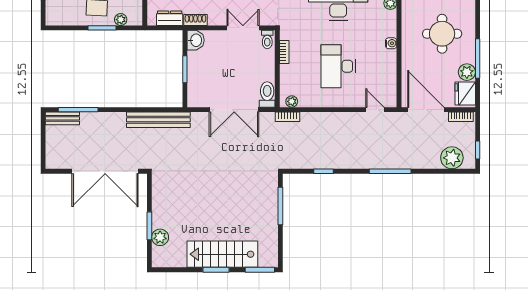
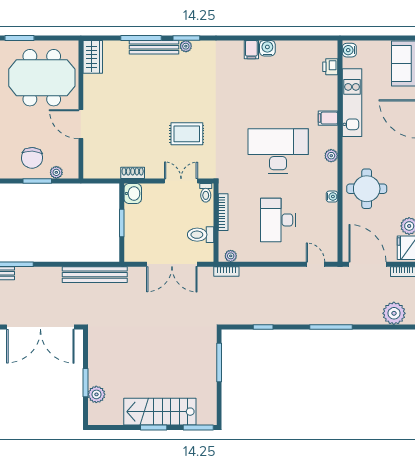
dresser: (170, 18) -> (106, 171), removed
round table: (442, 34) -> (367, 189), moved
bookcase: (284, 52) -> (223, 212), width x1.56
toilet: (267, 94) -> (201, 235), moved, turned -90

